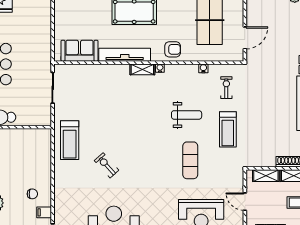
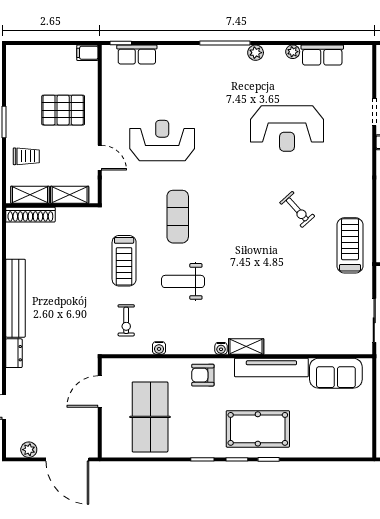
treadmill: (228, 129) -> (124, 261), turned 180

